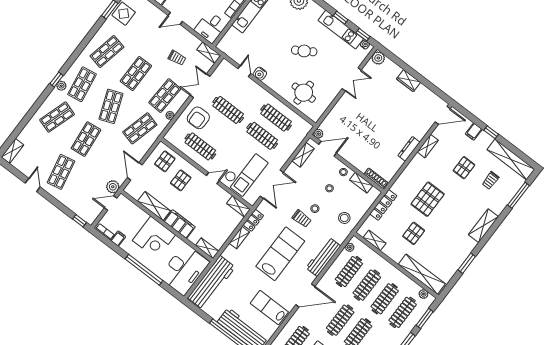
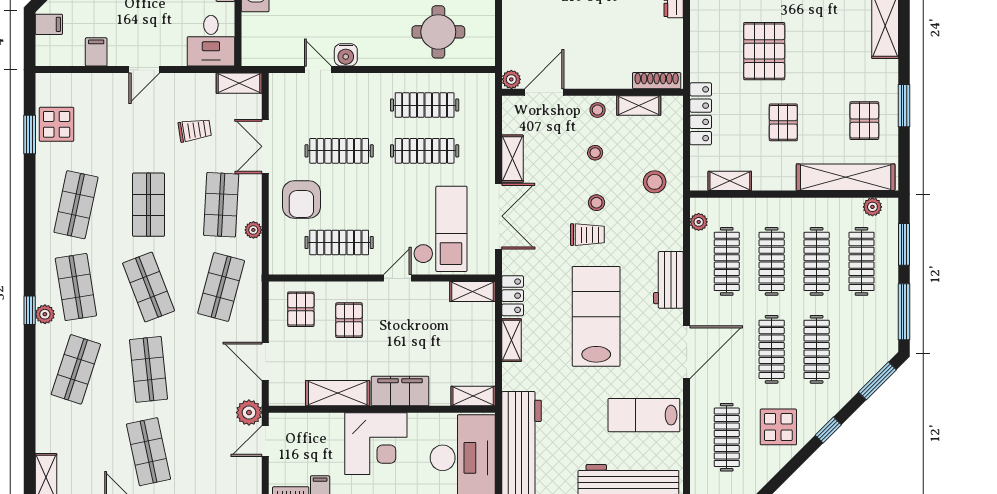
shelving: (303, 155) -> (513, 159), moved
workbench: (323, 257) -> (668, 280), width x0.73
pallet: (446, 257) -> (864, 121), added

